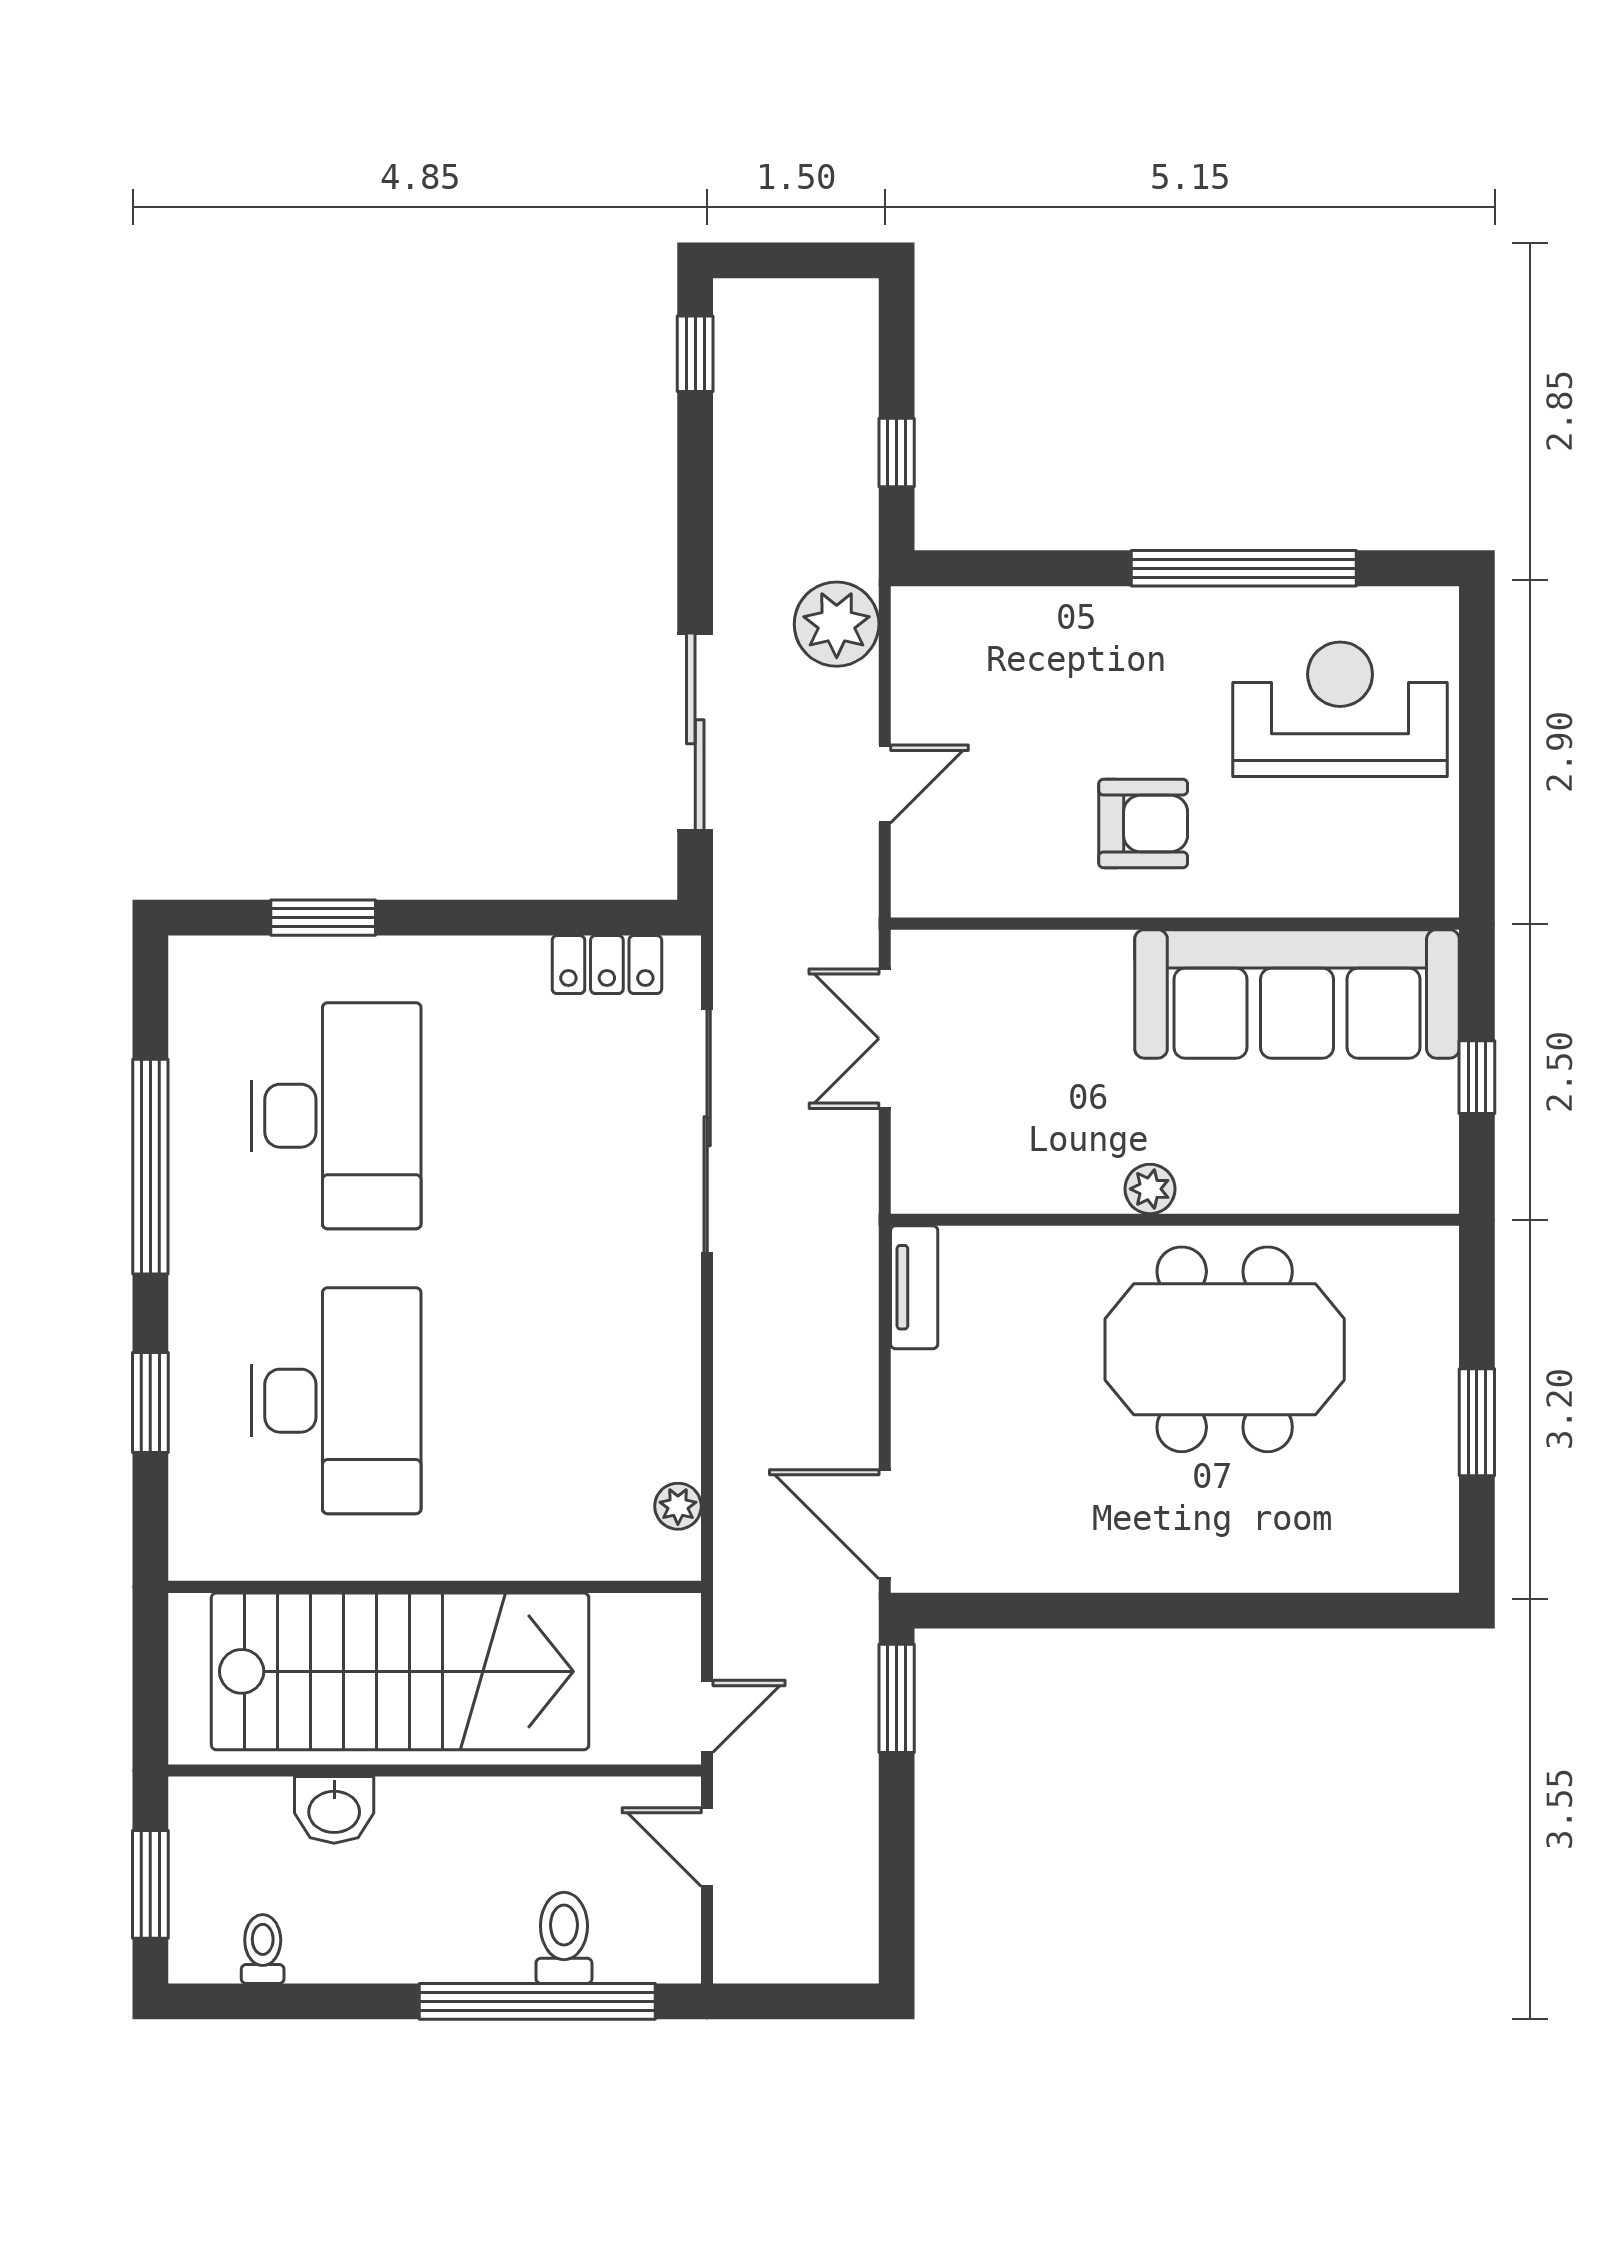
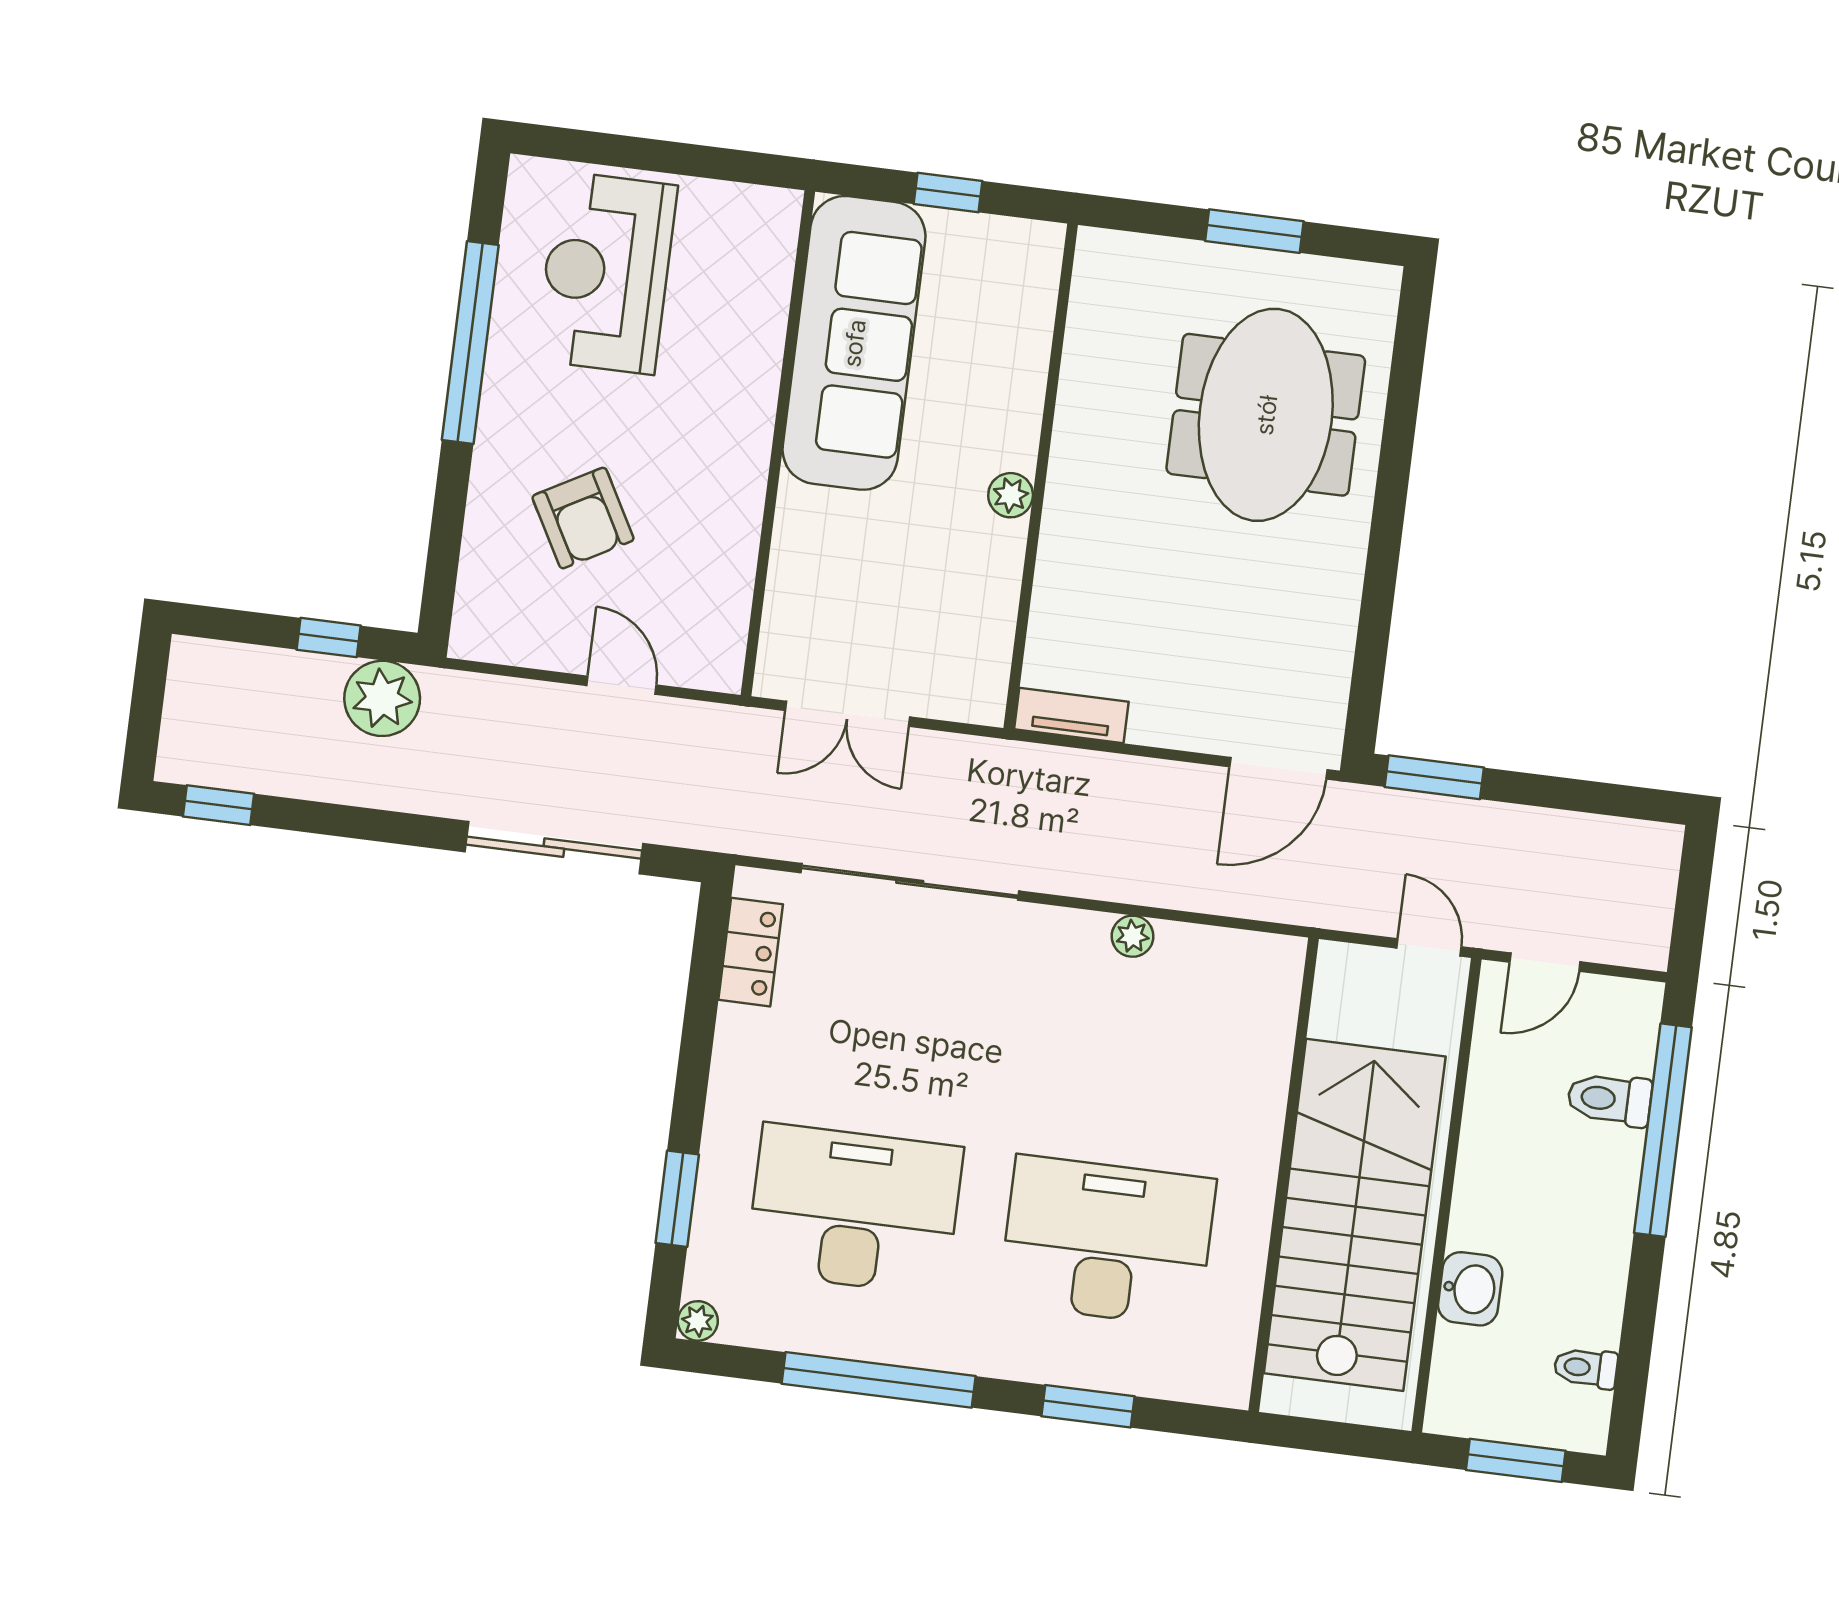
plant: (837, 624) -> (382, 698), moved
armchair: (1143, 824) -> (583, 518), moved, turned 151
plant: (190, 958) -> (698, 1321), added
meeting table: (1225, 1349) -> (1266, 415), moved
plant: (678, 1506) -> (1133, 936), moved

